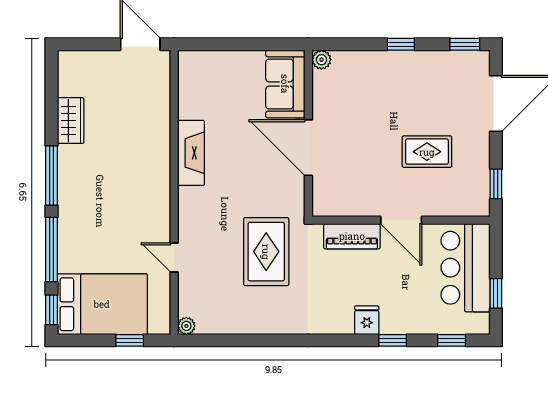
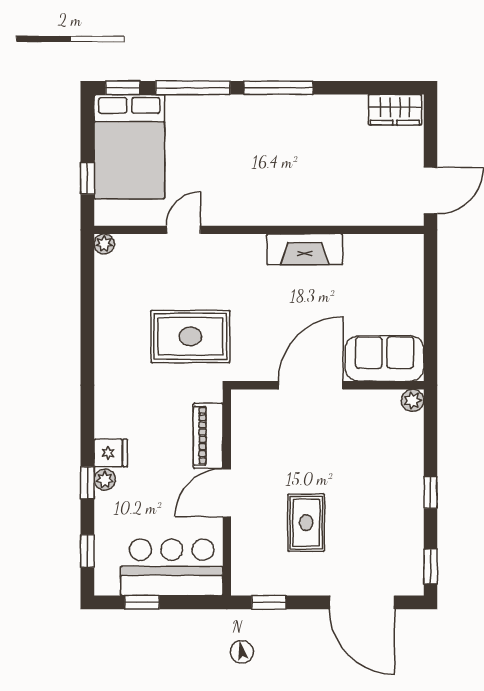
wardrobe: (71, 121) -> (395, 110), moved
plant: (390, 325) -> (105, 480), added

